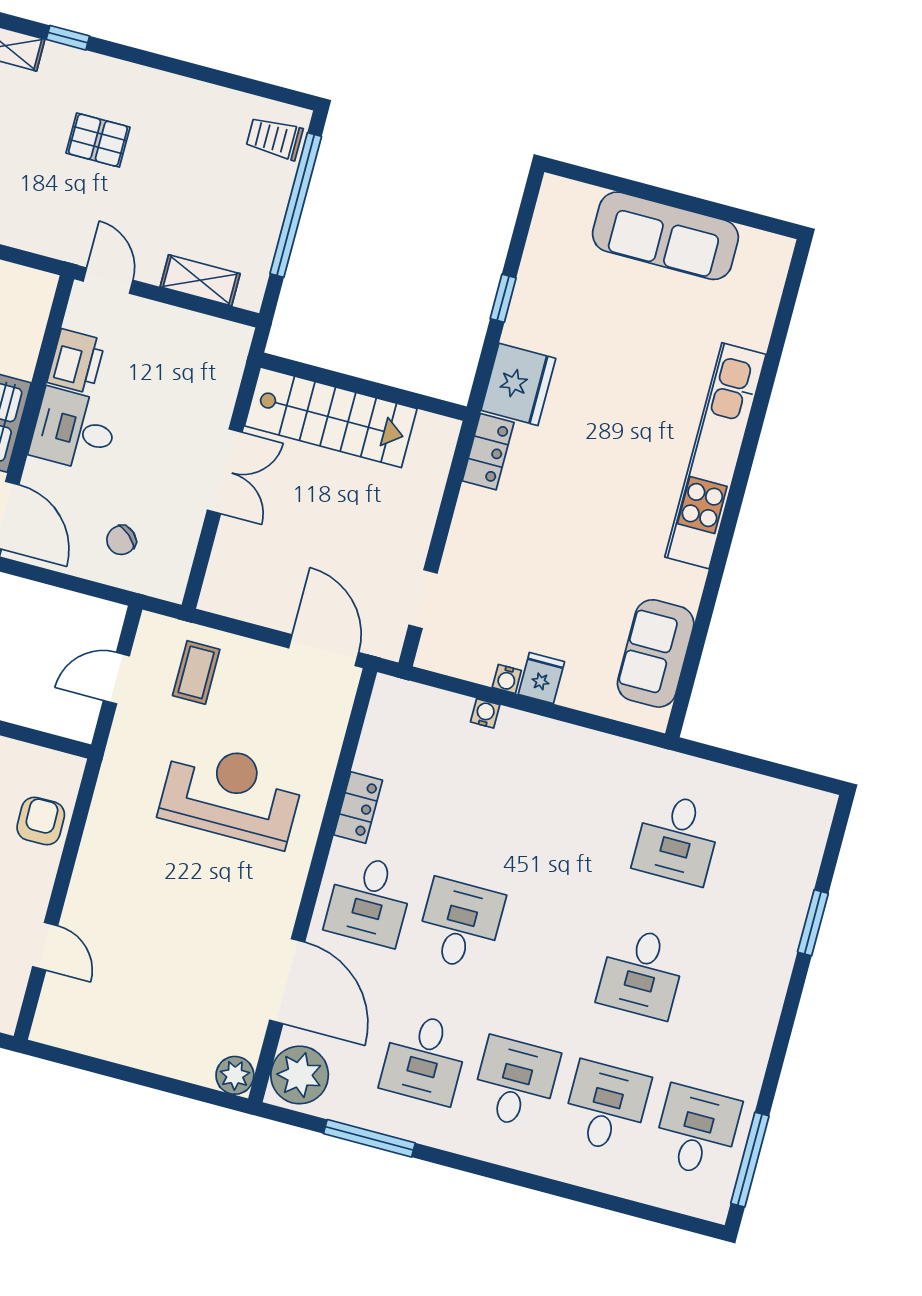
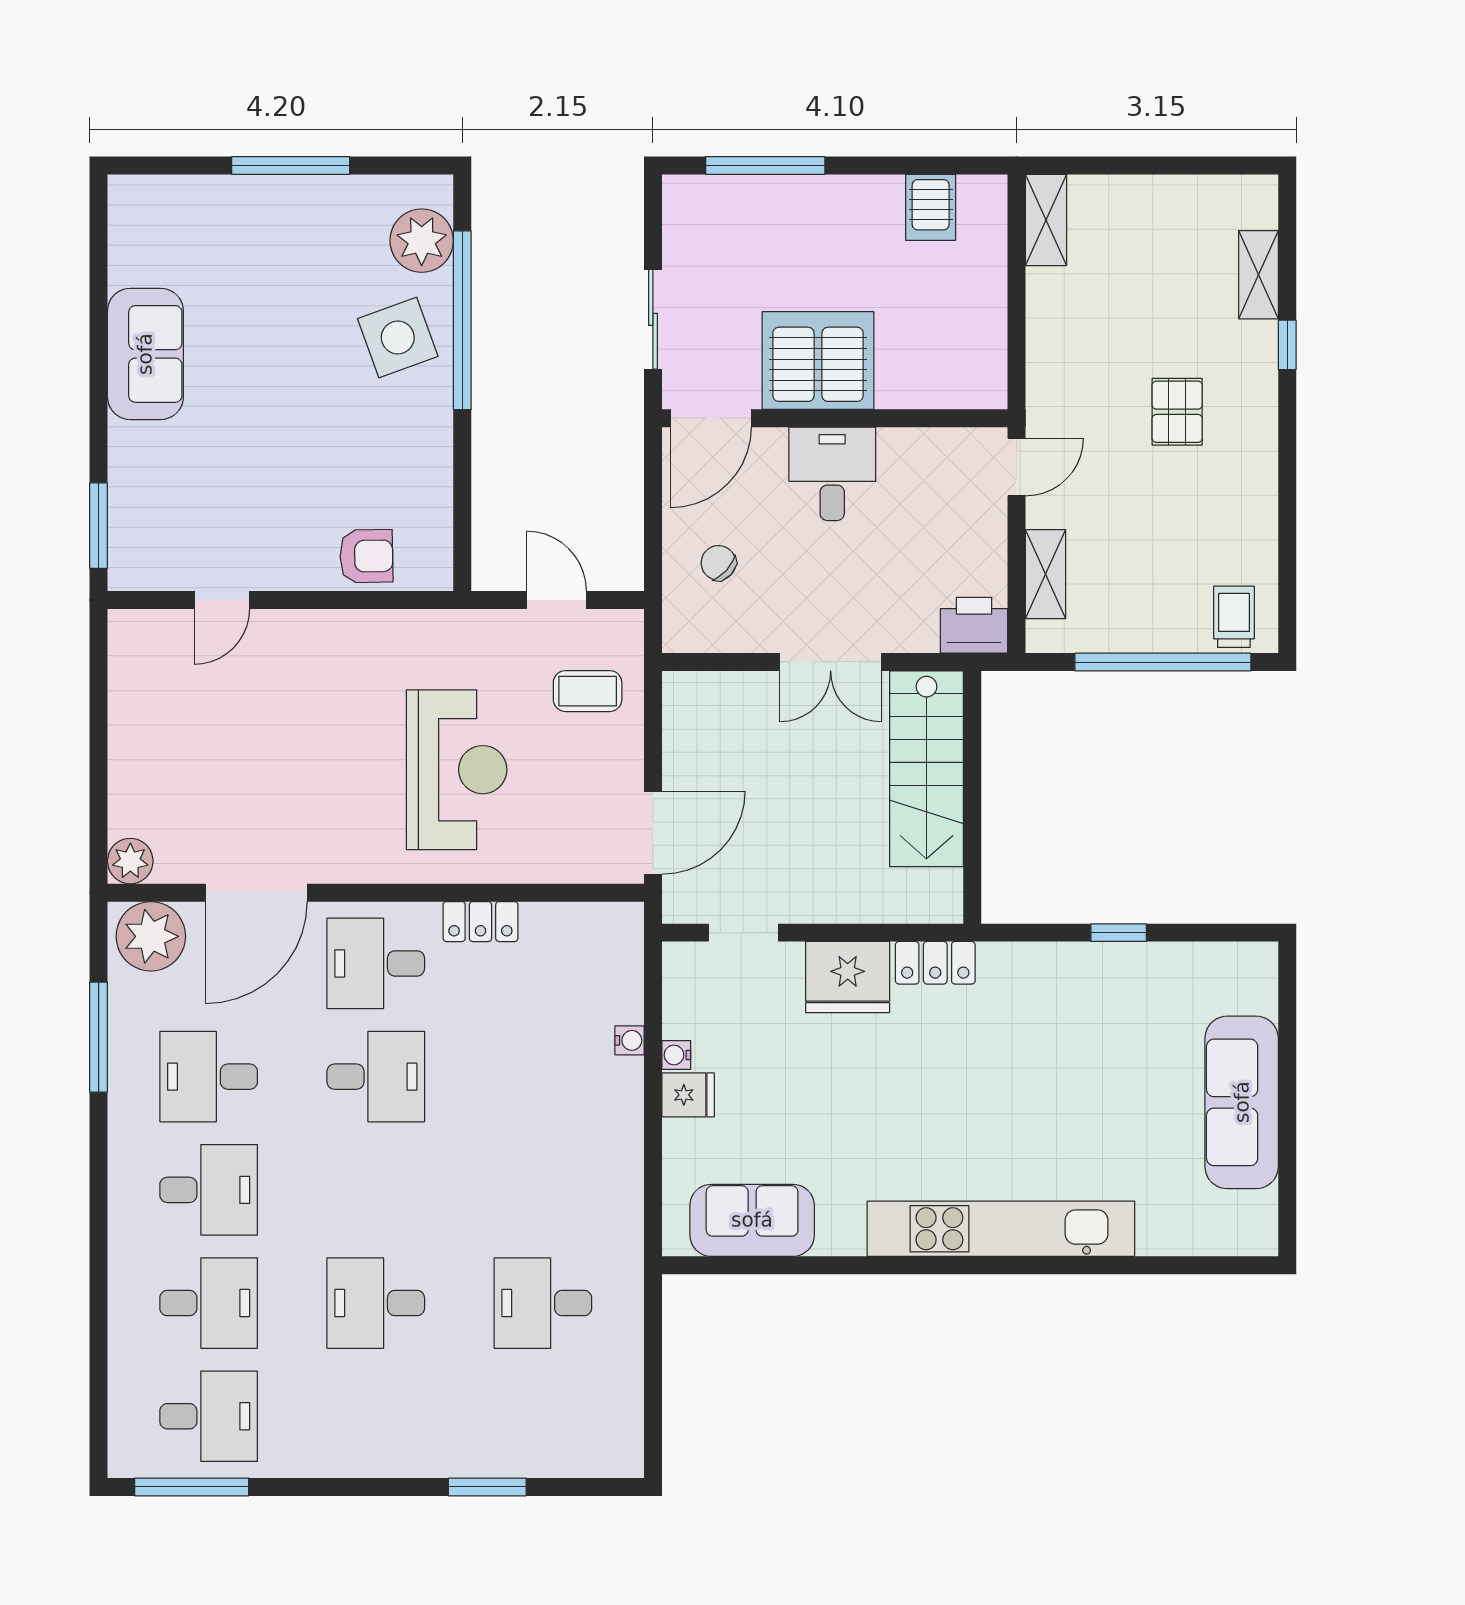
printer: (76, 361) -> (974, 625), moved, turned 180
fridge: (518, 384) -> (848, 977), moved

